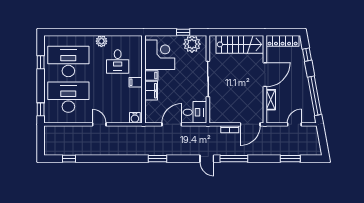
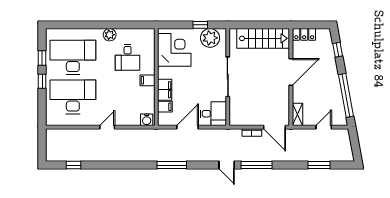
locker: (283, 41) -> (304, 34), width x0.66
filing cabinet: (151, 75) -> (165, 107), moved
shelving: (271, 100) -> (297, 114), moved
window: (41, 109) -> (42, 81), moved
door: (99, 124) -> (107, 127), hinge flipped
door: (250, 124) -> (275, 127), hinge flipped
window: (157, 159) -> (172, 165), width x1.44

